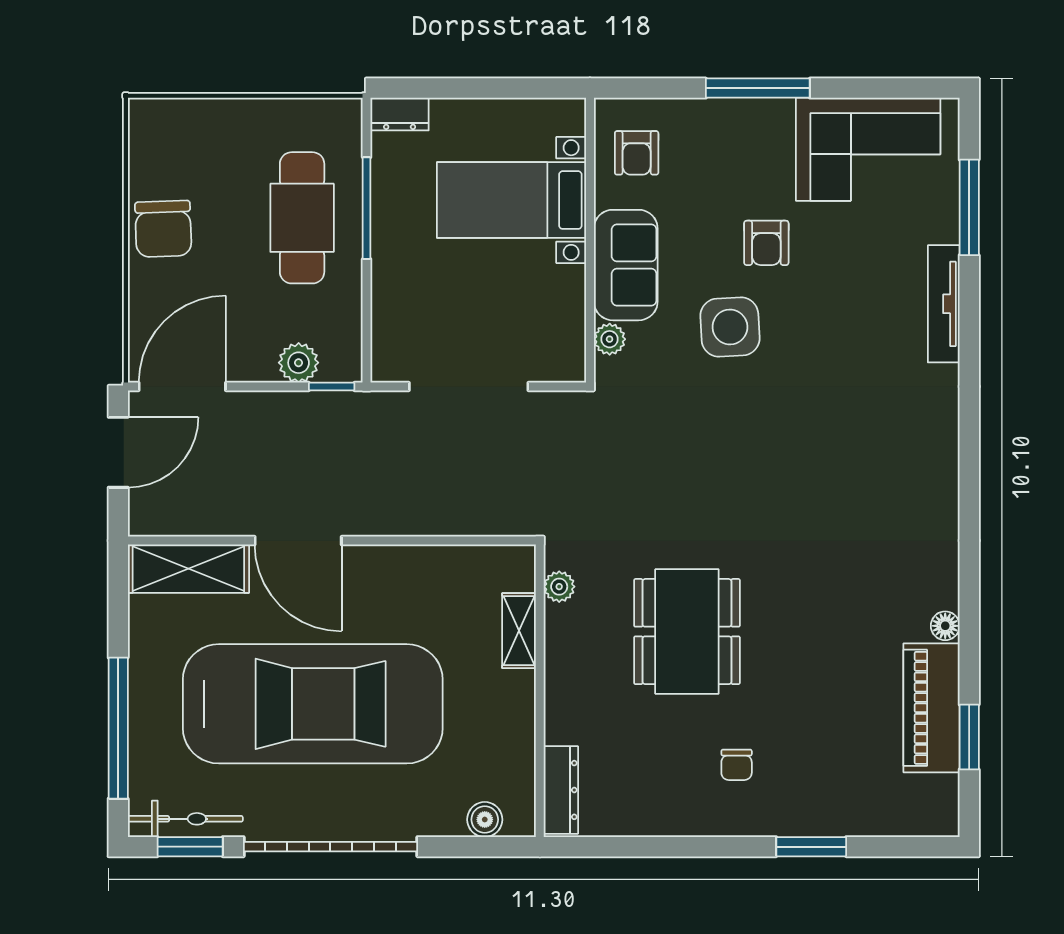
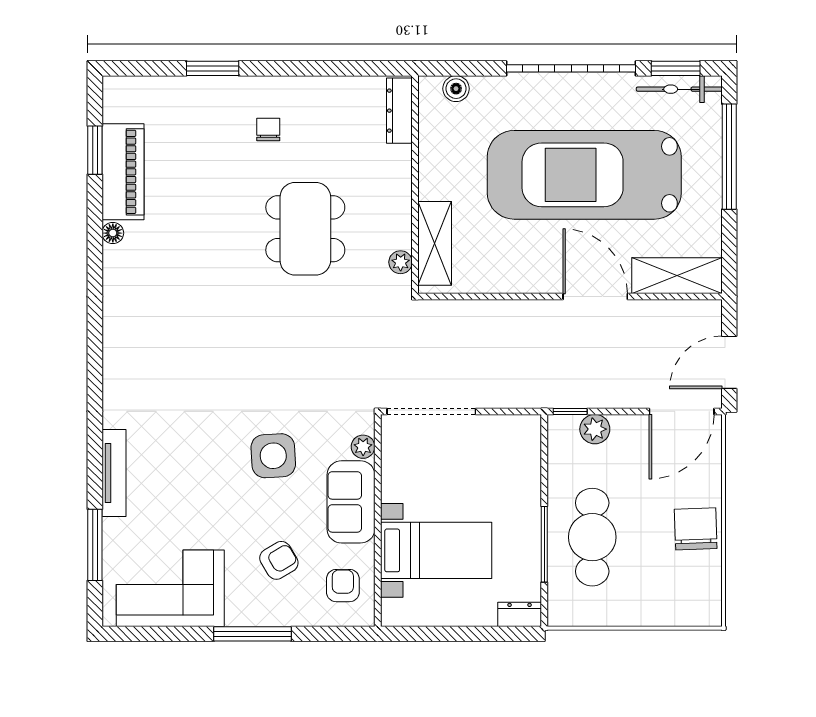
armchair: (766, 243) -> (279, 560), moved, turned 59
doorway: (469, 387) -> (431, 411), moved
shelving: (519, 631) -> (435, 243), width x1.50, depth x1.33

